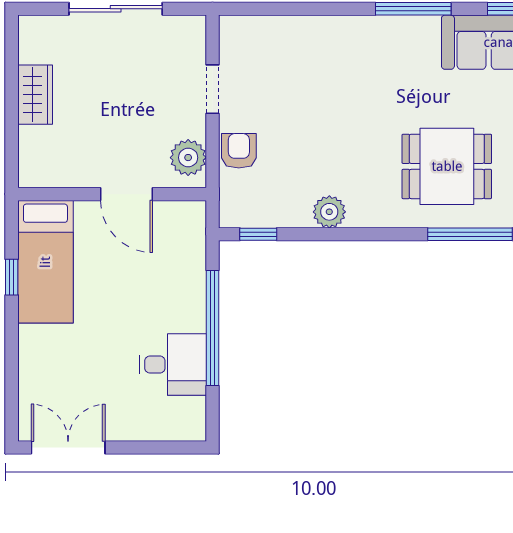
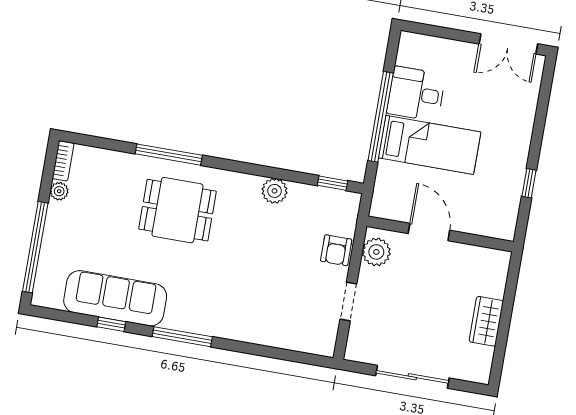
bed: (45, 262) -> (430, 145), moved, turned 90

